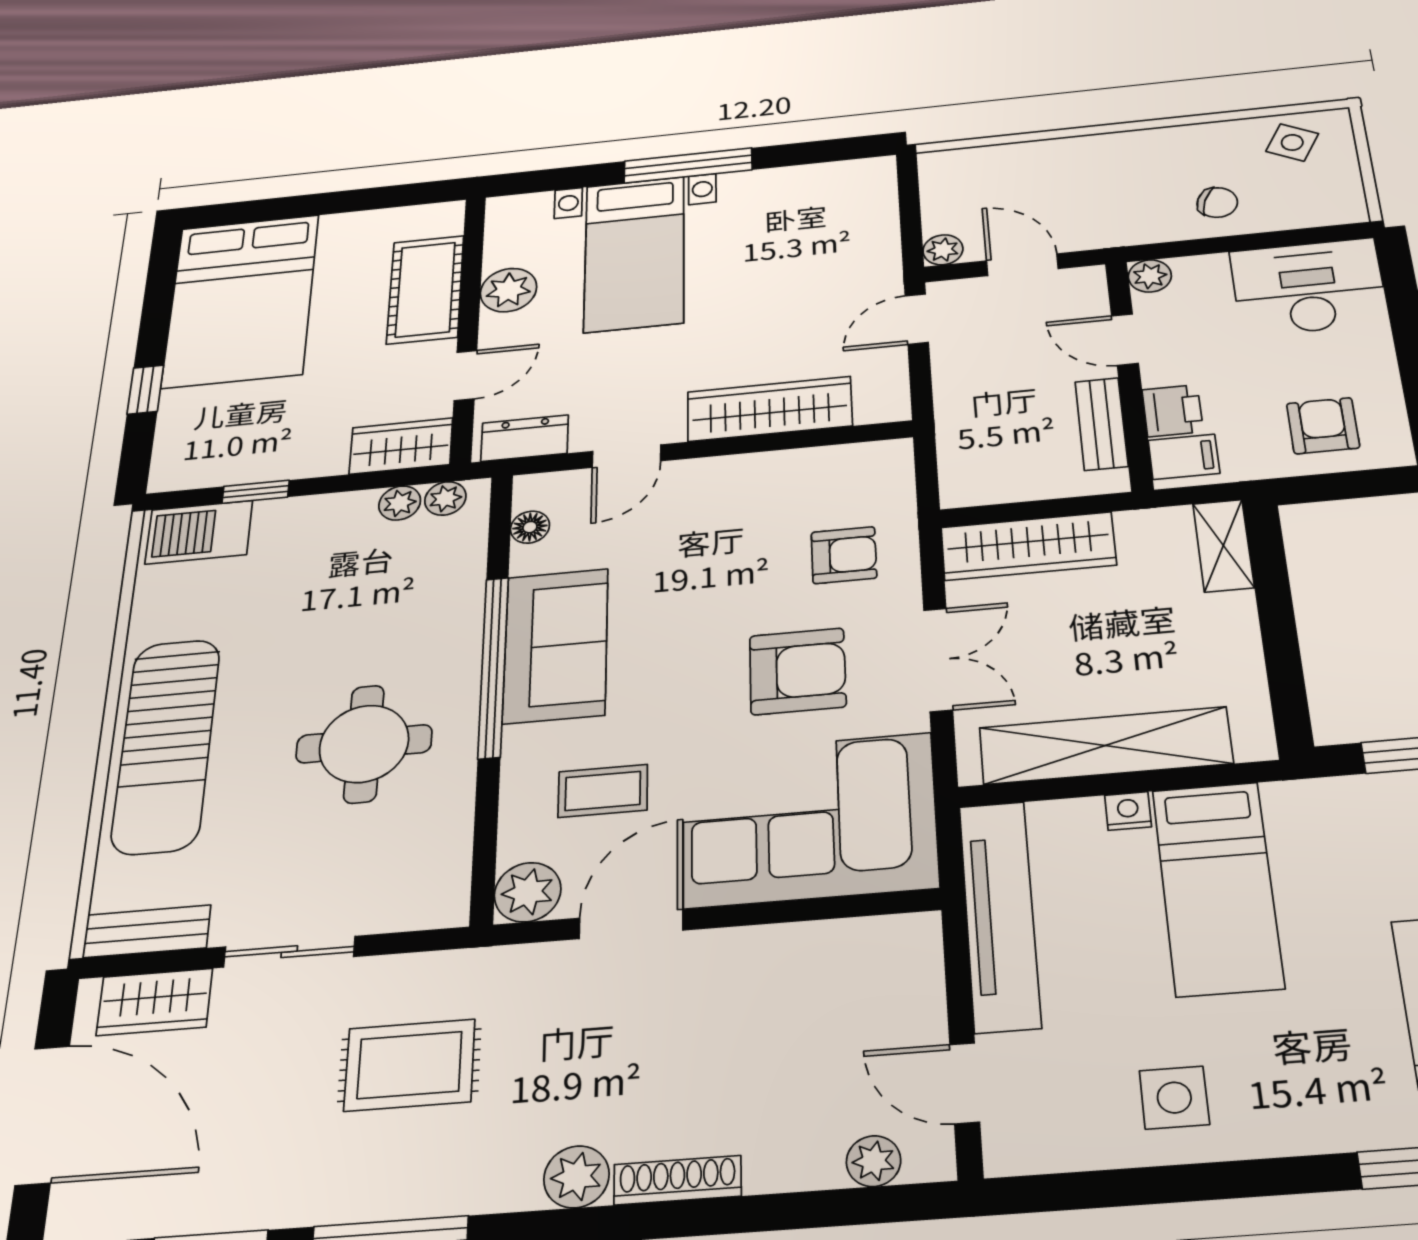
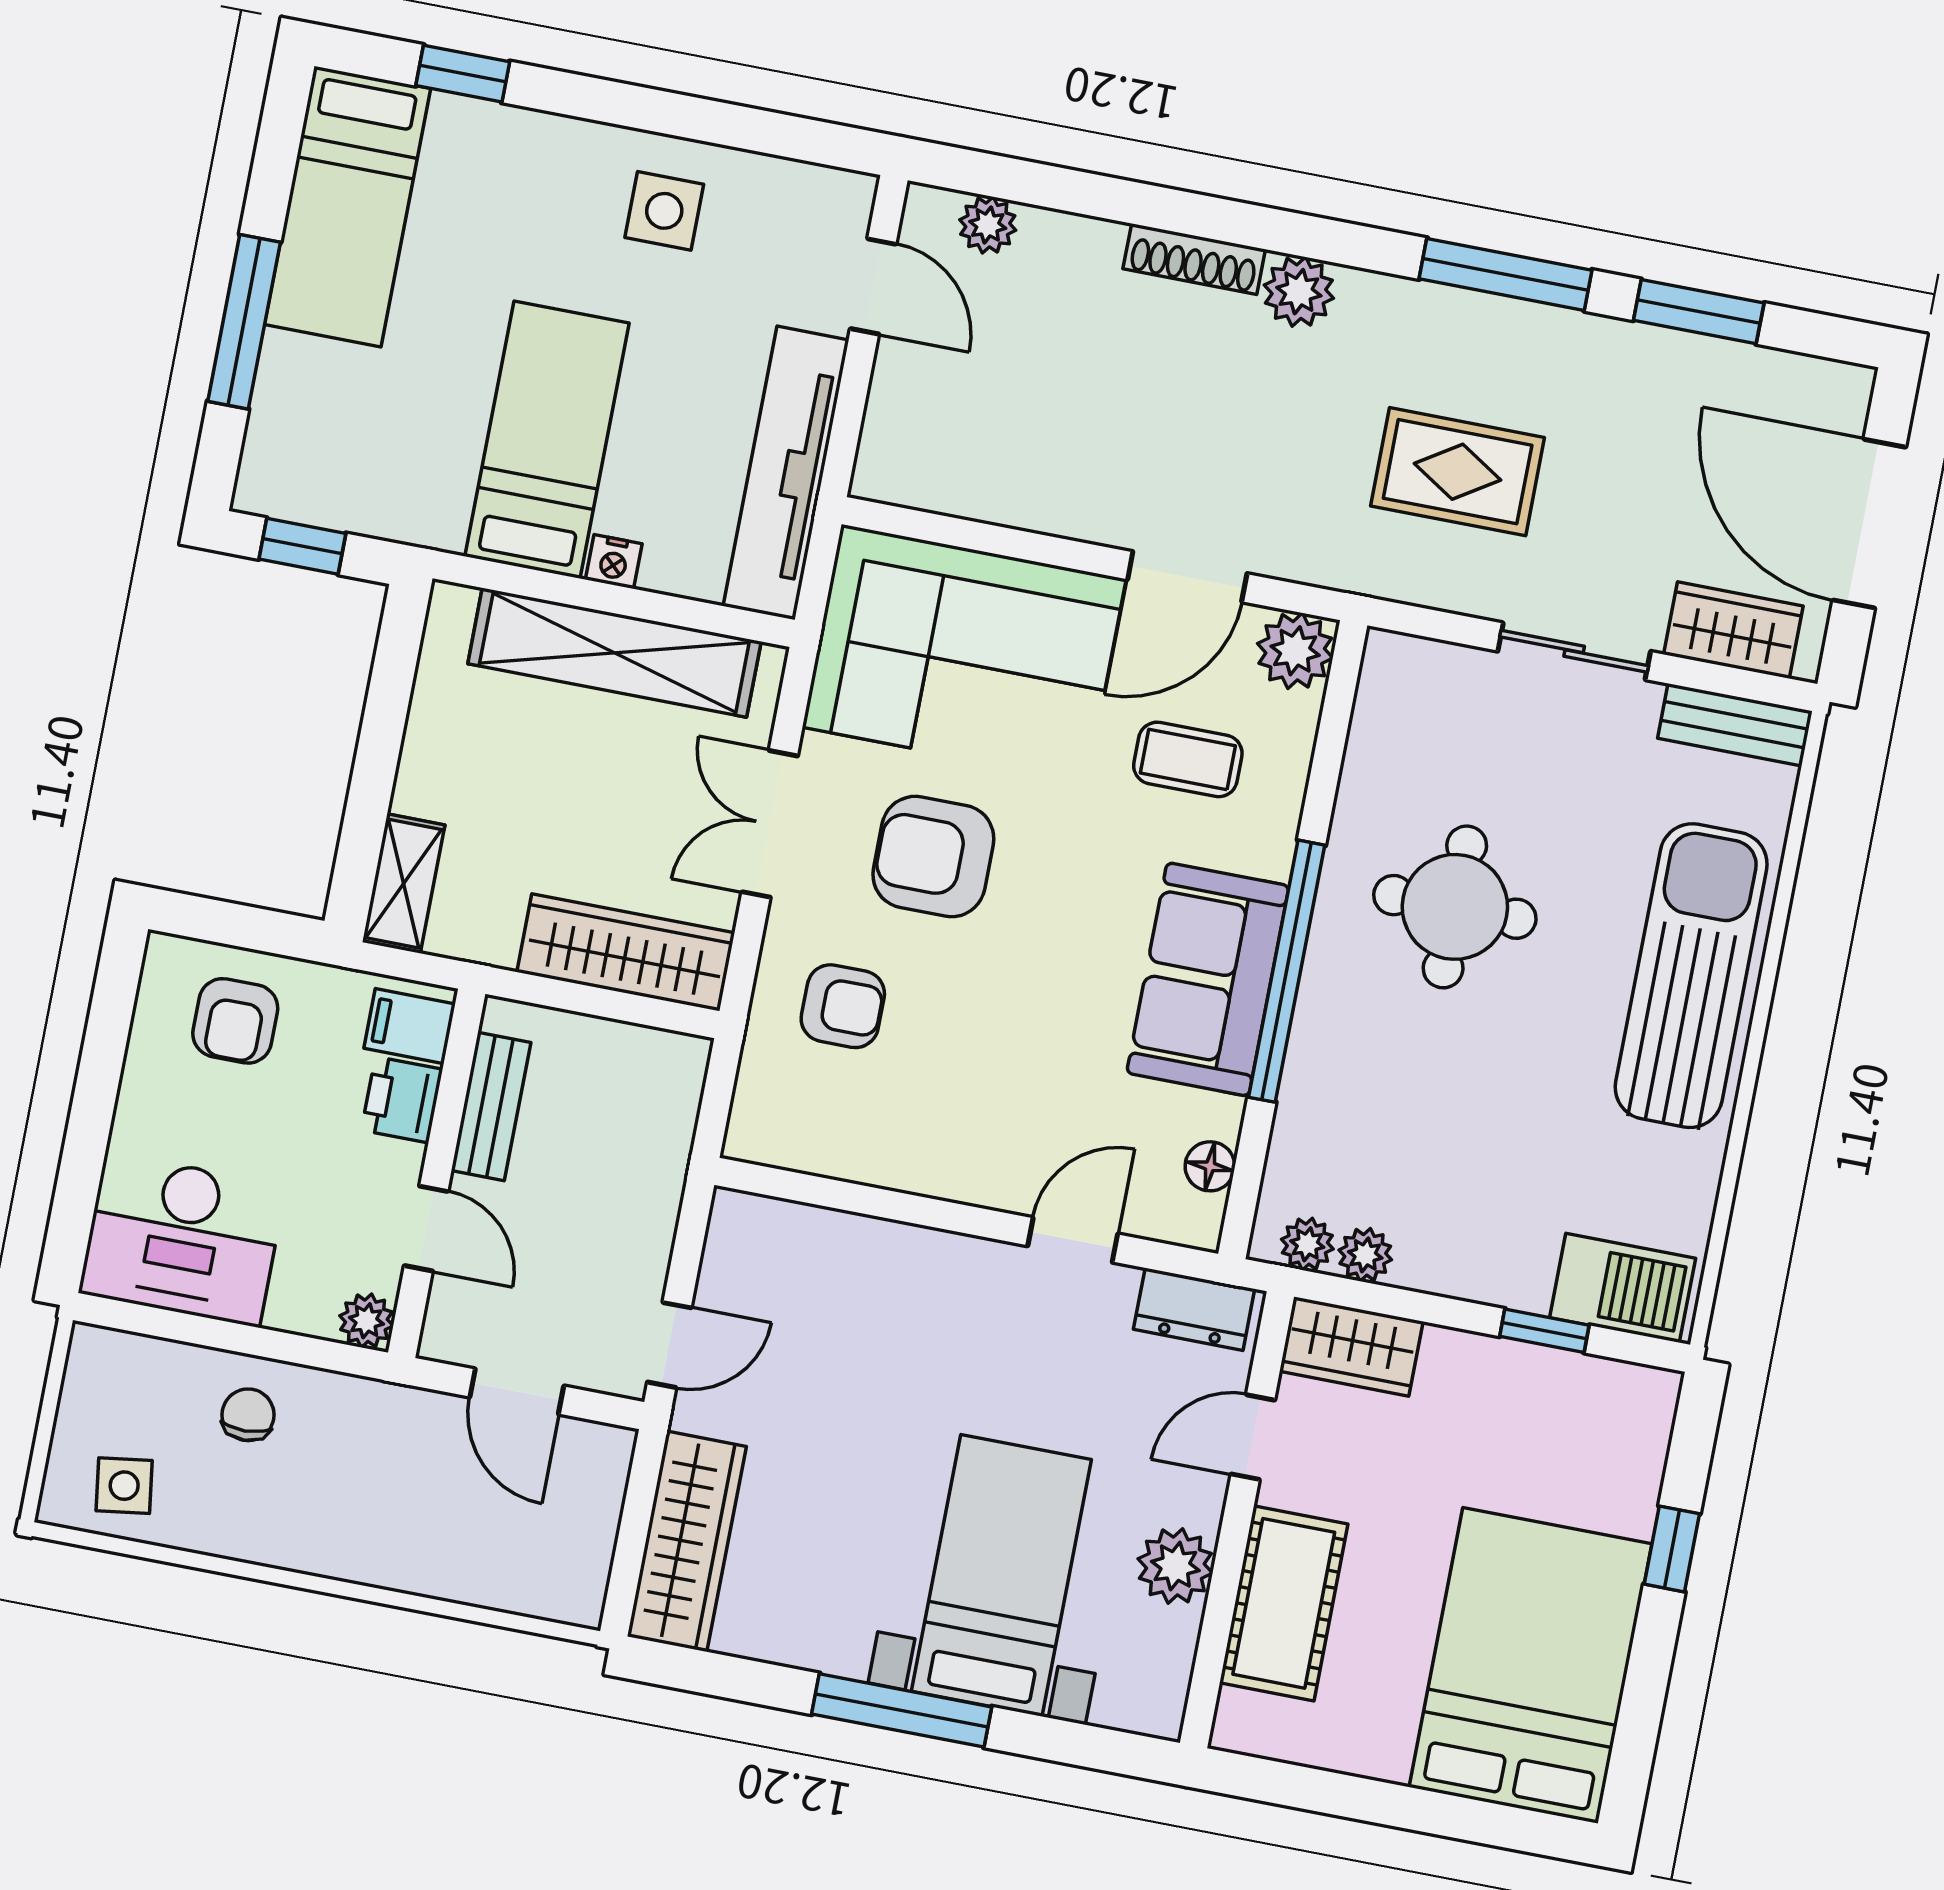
side table: (1292, 142) -> (124, 1486), turned -36
chair: (1217, 203) -> (248, 1415), turned 68
plant: (943, 250) -> (609, 1450), removed
wardrobe: (769, 409) -> (687, 1541), moved, turned -90
armchair: (844, 555) -> (843, 1006), turned 180

